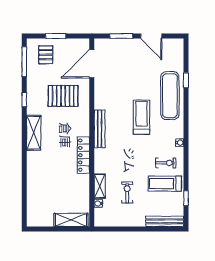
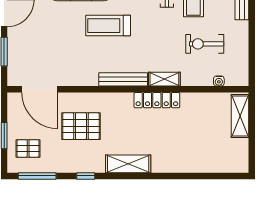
pallet: (63, 96) -> (81, 126), turned 90
shelving: (100, 186) -> (164, 79), moved
exercise bike: (127, 192) -> (205, 44), width x1.38, depth x1.39

